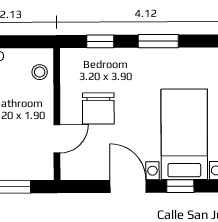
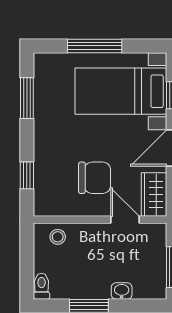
window: (158, 41) -> (27, 98), moved
wardrobe: (82, 167) -> (154, 194), added

